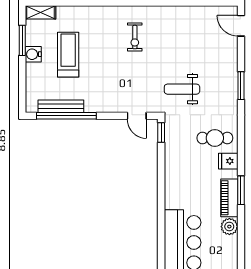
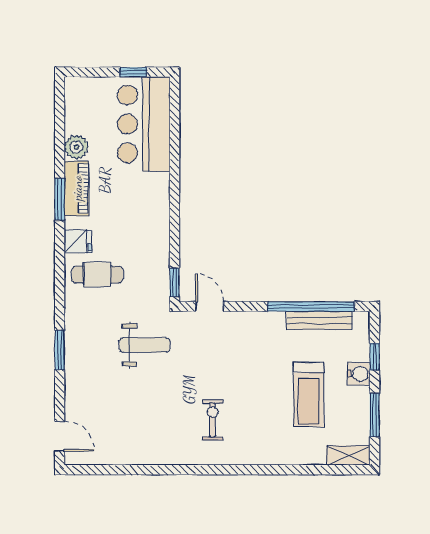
water cooler: (33, 54) -> (359, 374), moved
window: (22, 81) -> (375, 357), added

